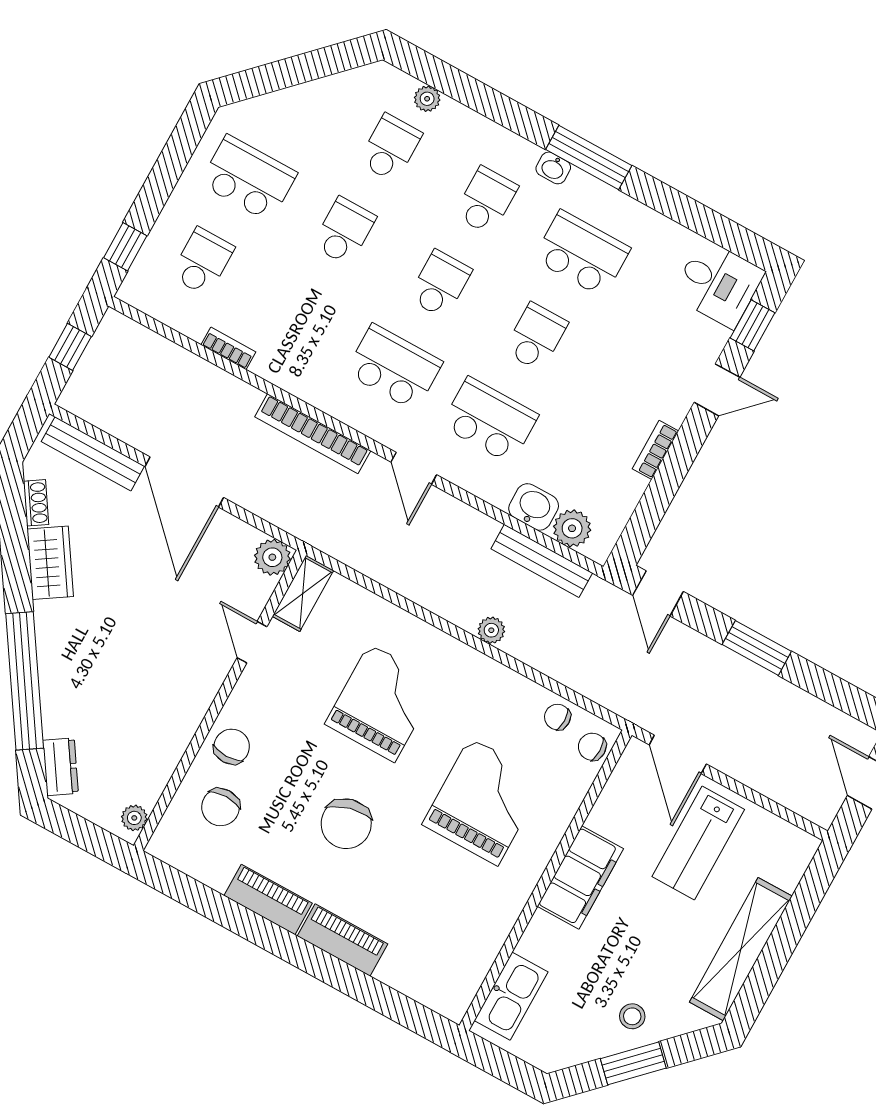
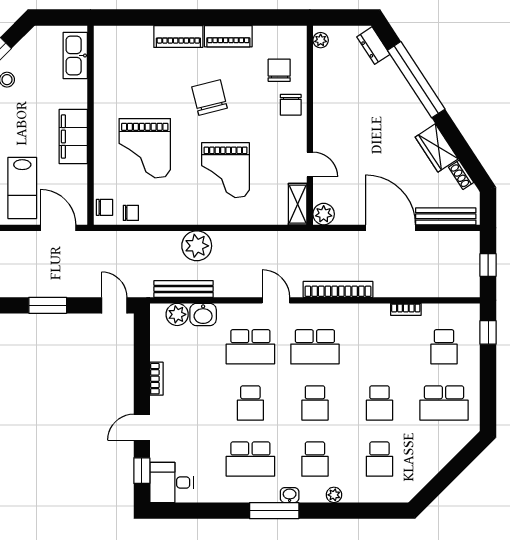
plant: (427, 99) -> (334, 495), moved
plant: (491, 630) -> (197, 246), width x1.88, depth x1.88
lab bench: (698, 843) -> (22, 188), turned 180

